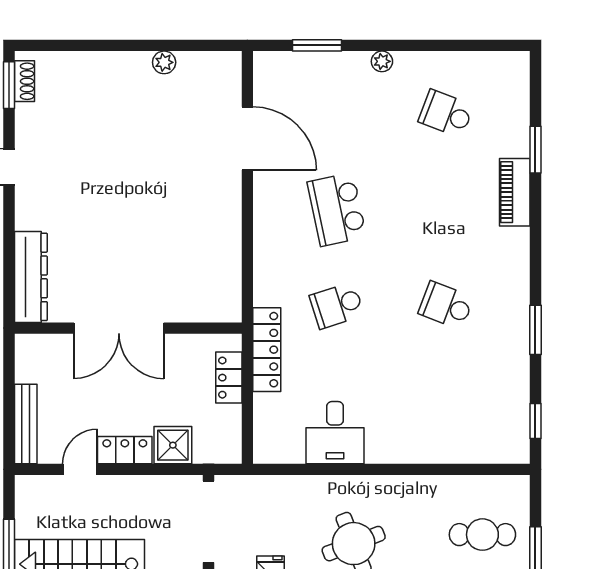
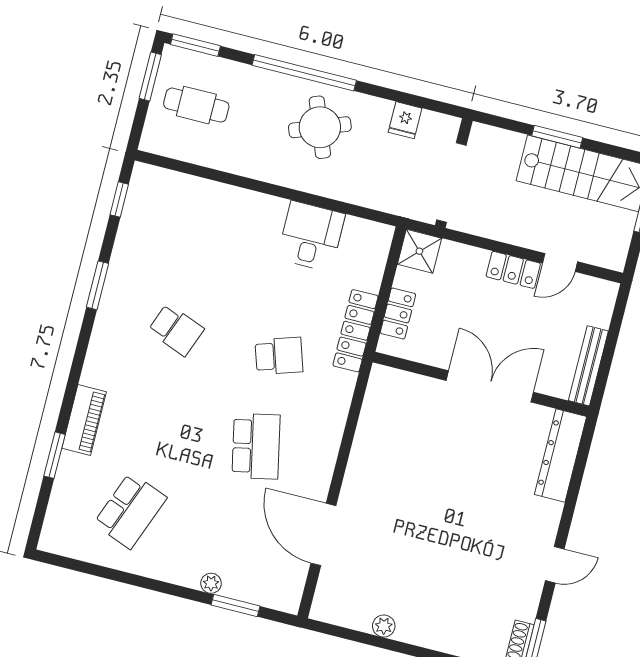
plant: (382, 61) -> (211, 583), moved
school desk: (446, 114) -> (130, 511), width x1.85
bench: (26, 424) -> (588, 366), moved
shower: (173, 445) -> (419, 251), moved

